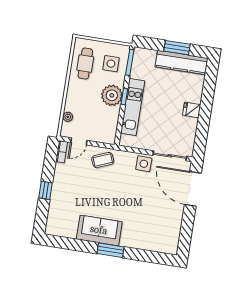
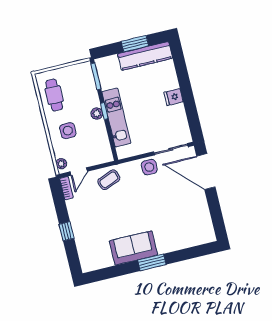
side table: (111, 64) -> (68, 131), moved
plant: (112, 95) -> (97, 114), width x0.53, depth x0.53
plant: (68, 117) -> (61, 164), moved

